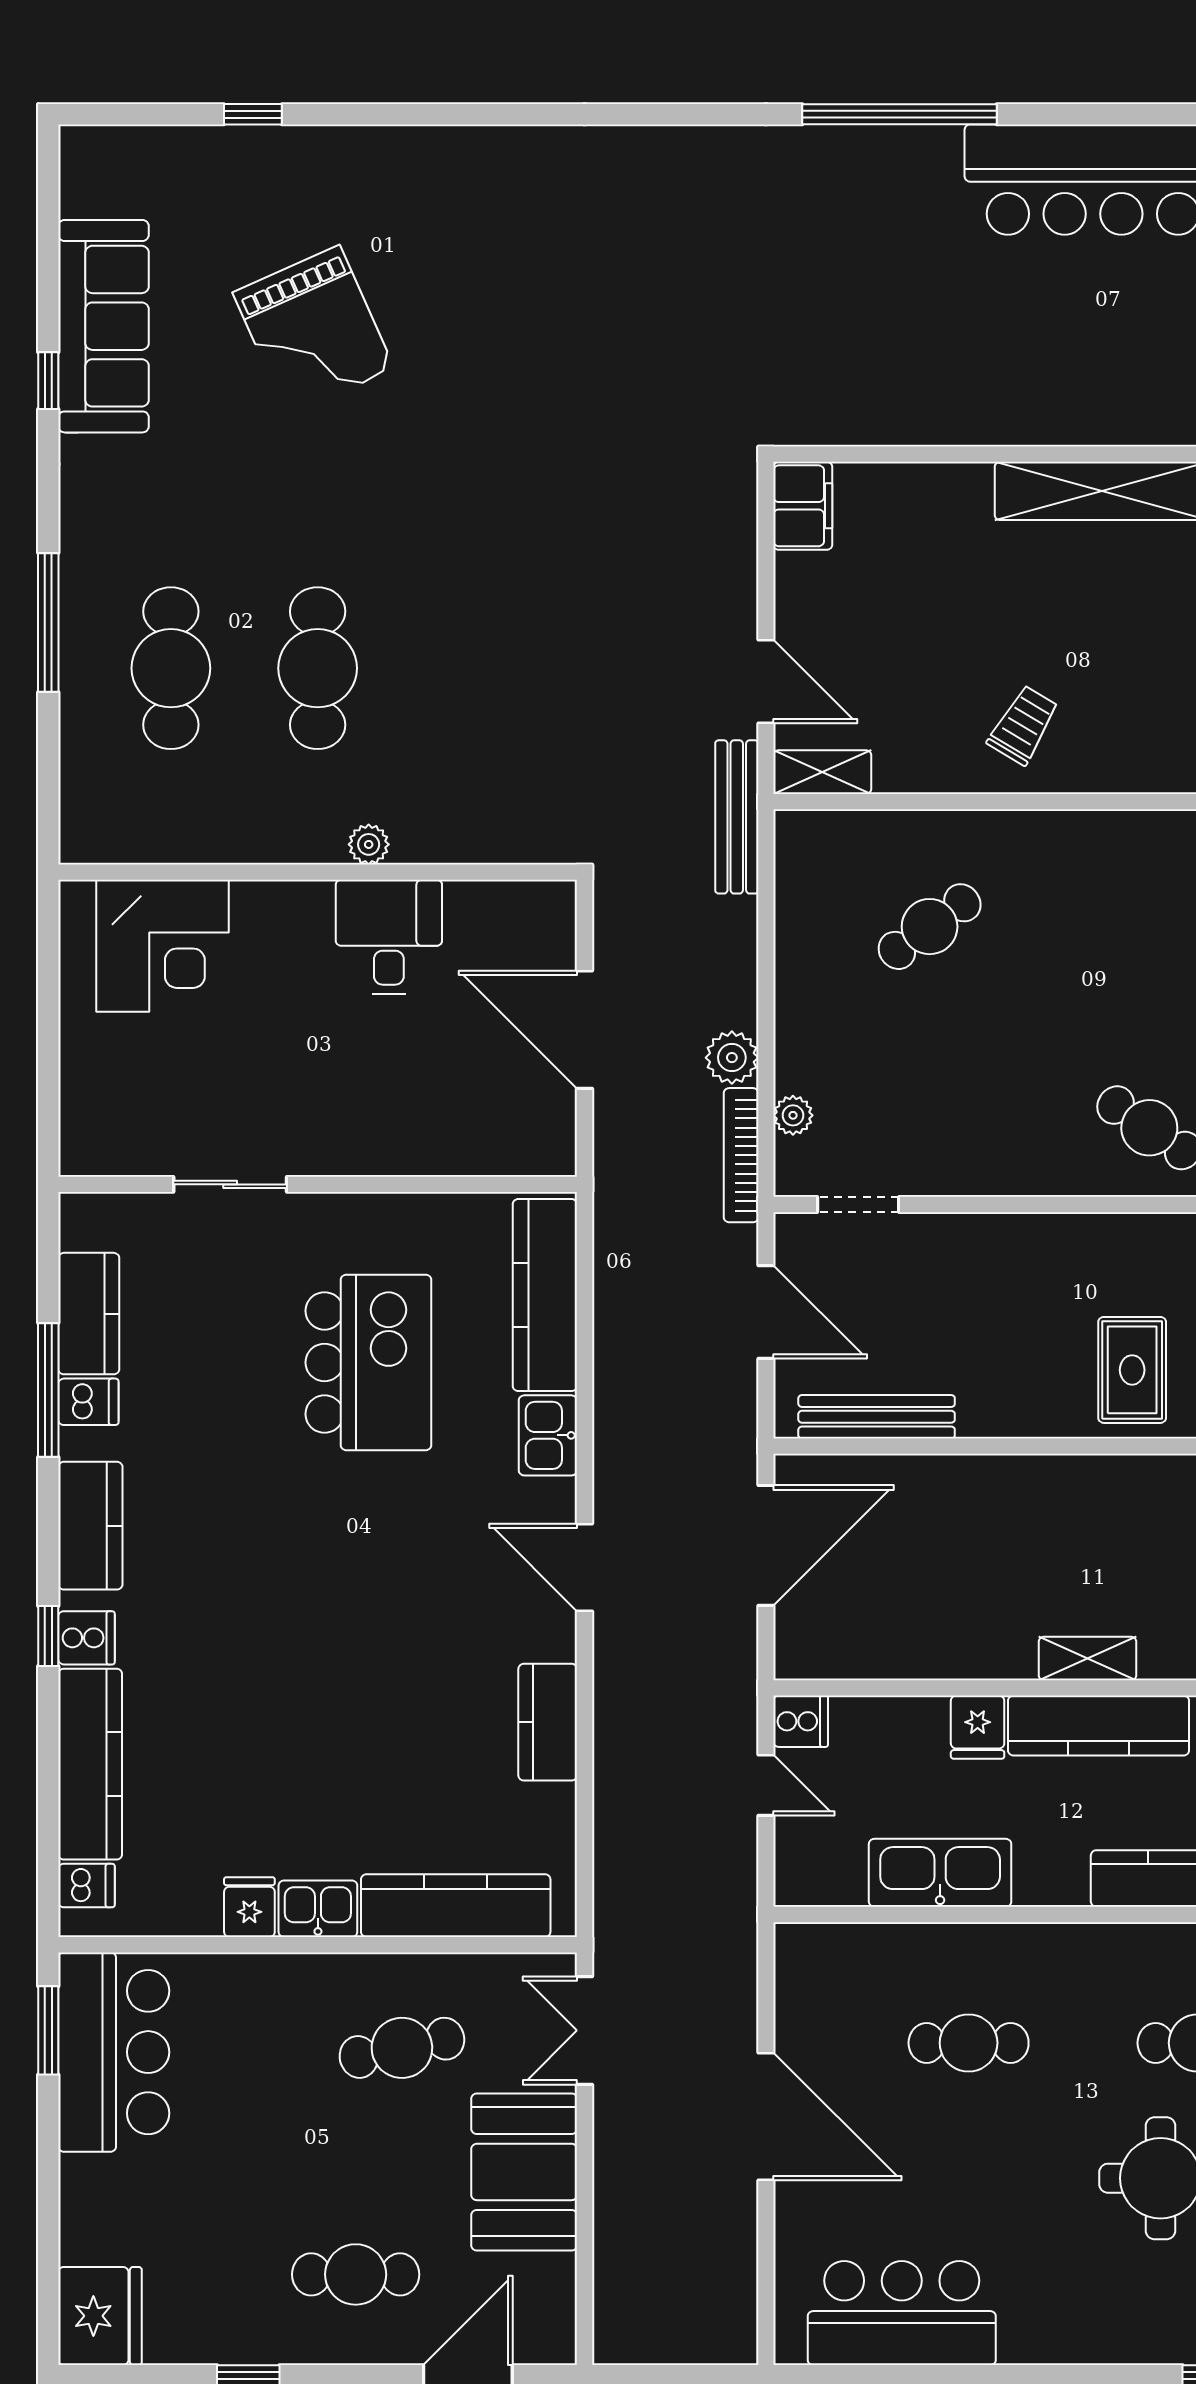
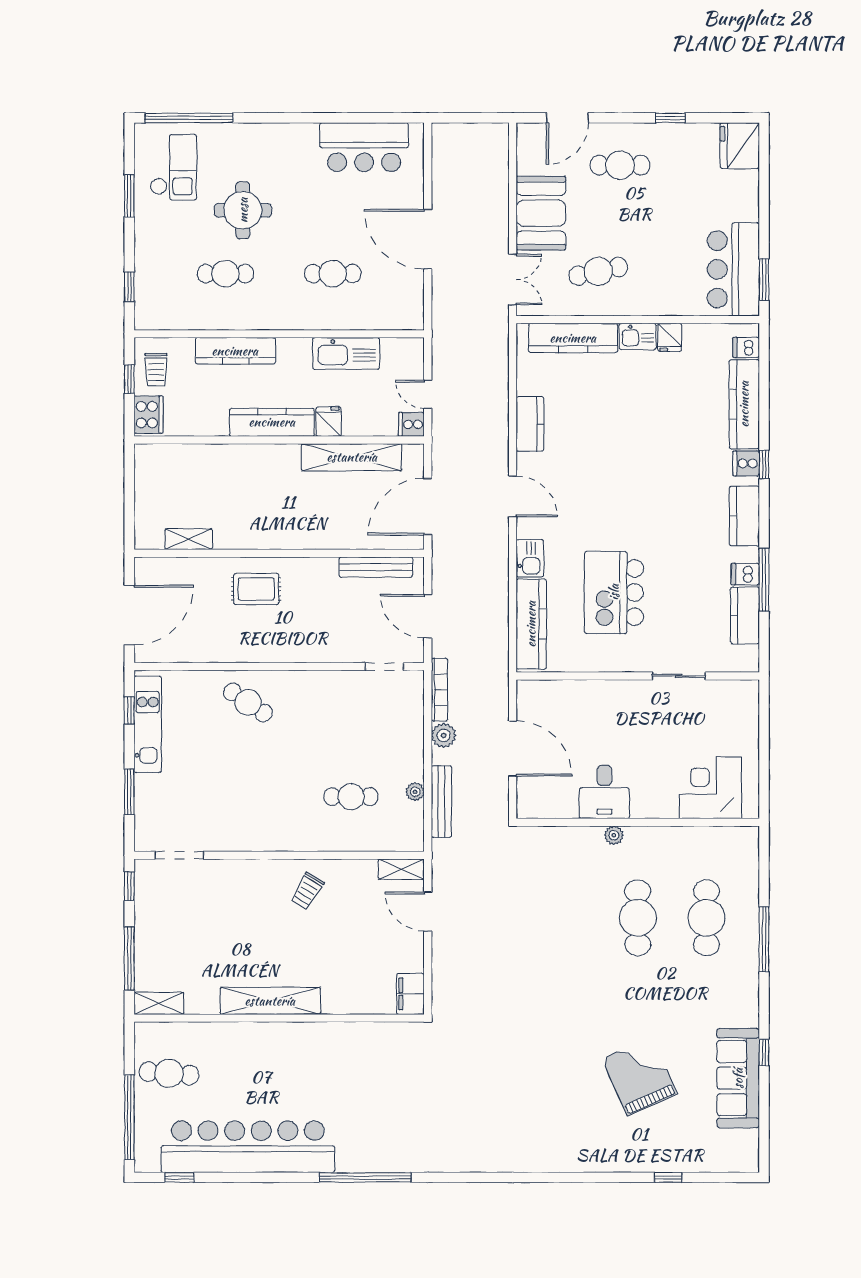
bench: (737, 817) -> (441, 802), moved
cafe table: (930, 927) -> (351, 797), turned 36
plant: (793, 1115) -> (415, 792), moved
rug: (1132, 1370) -> (256, 589), turned 90
shelving: (1088, 1658) -> (352, 457), moved, width x2.20, depth x1.33

